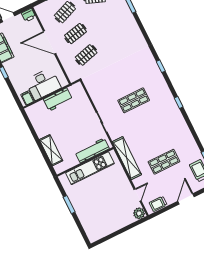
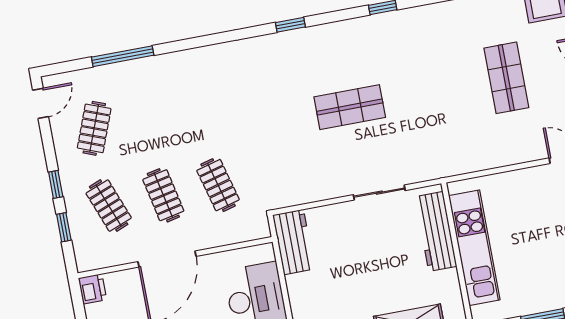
workbench: (58, 99) -> (294, 242), moved
shop shelf: (134, 100) -> (350, 107), turned 90
shelving: (127, 158) -> (475, 158), removed

